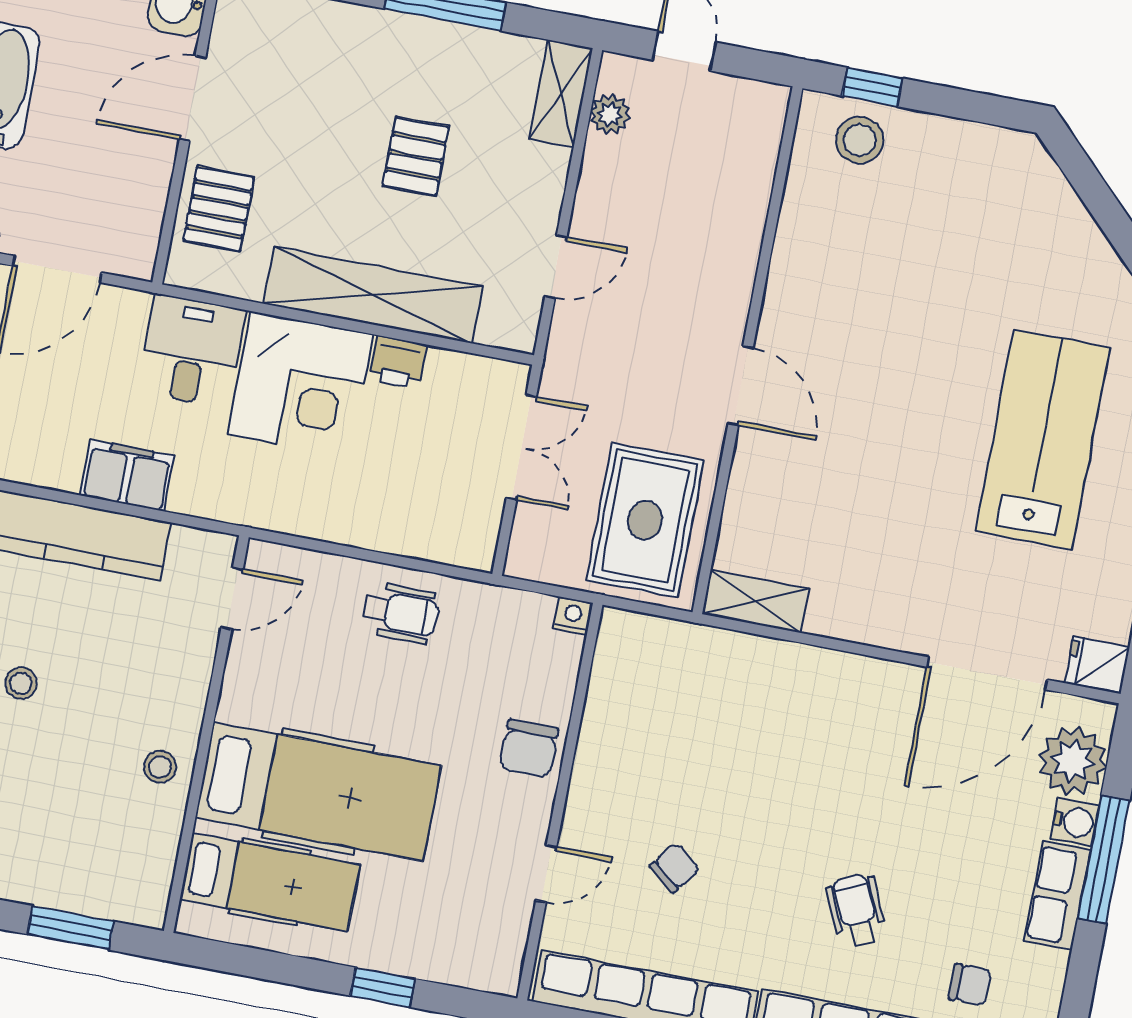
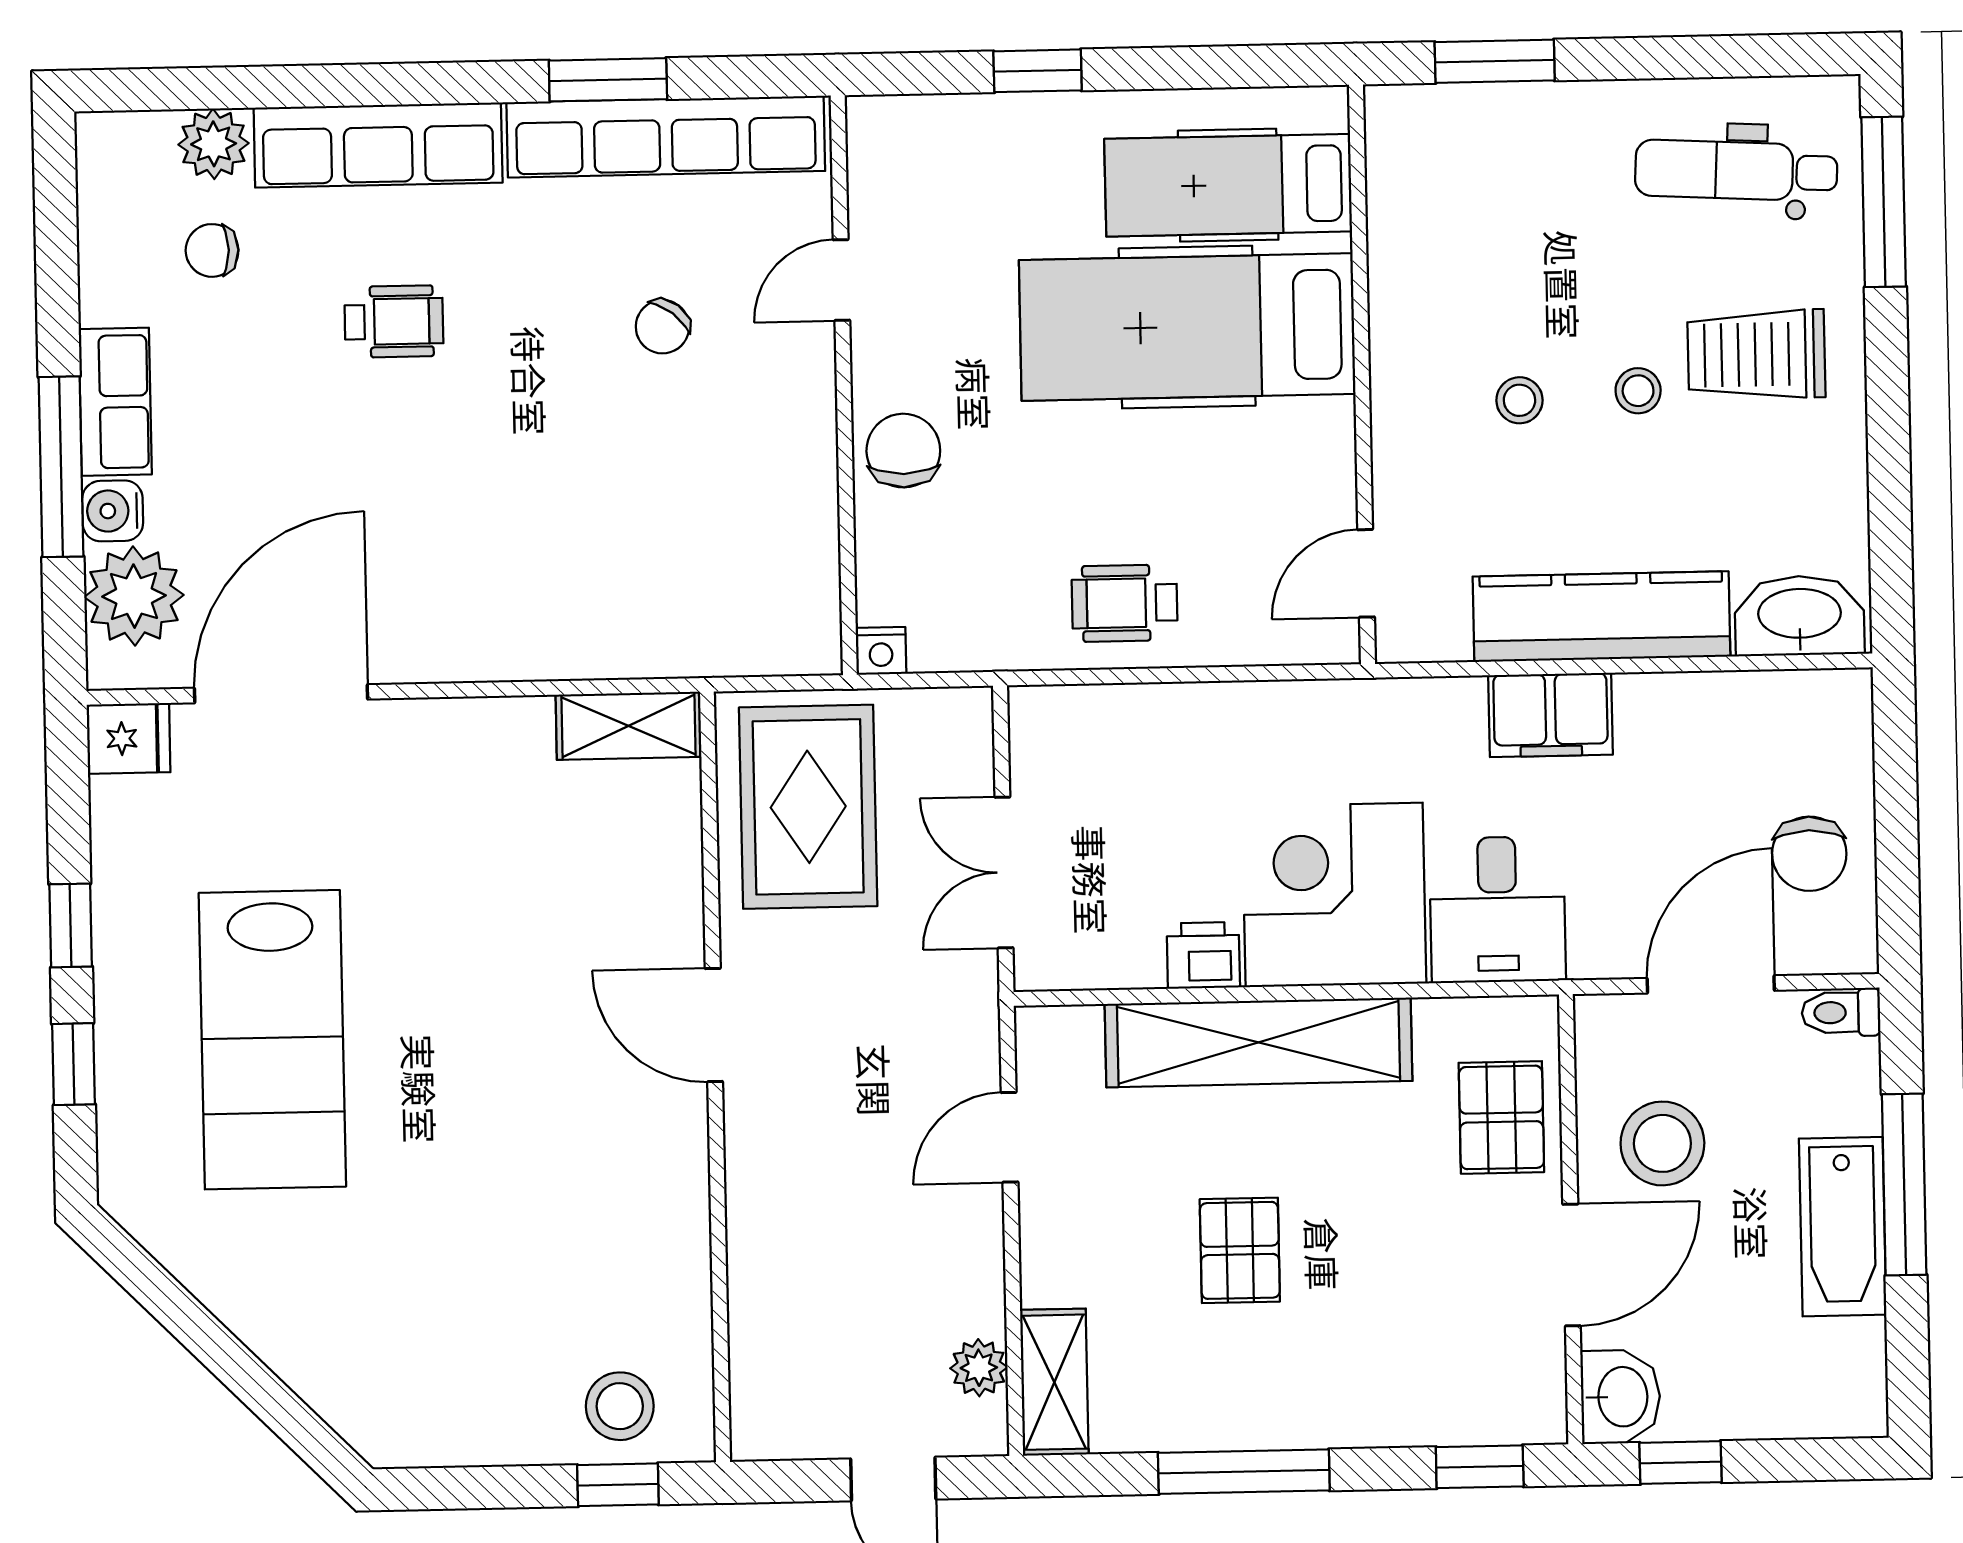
stool: (113, 168) -> (1662, 1143), added
stool: (160, 767) -> (1519, 400), moved
wheelchair: (856, 910) -> (394, 321), turned -65

